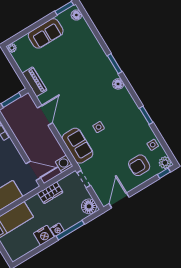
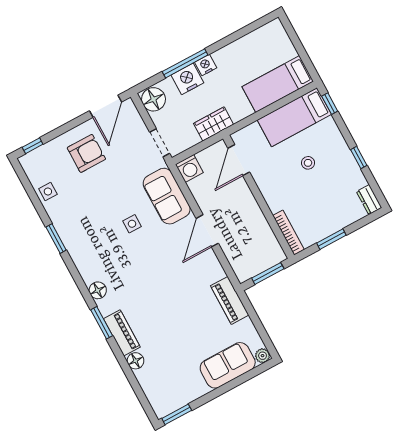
floor lamp: (76, 15) -> (136, 361), moved
sofa: (46, 33) -> (228, 365), moved
piano: (101, 58) -> (122, 333), added
door: (45, 115) -> (207, 231), moved
plant: (165, 163) -> (30, 162), removed
armchair: (139, 165) -> (86, 153), moved
door: (33, 171) -> (239, 160), hinge flipped
nightstand: (44, 235) -> (187, 79), moved

